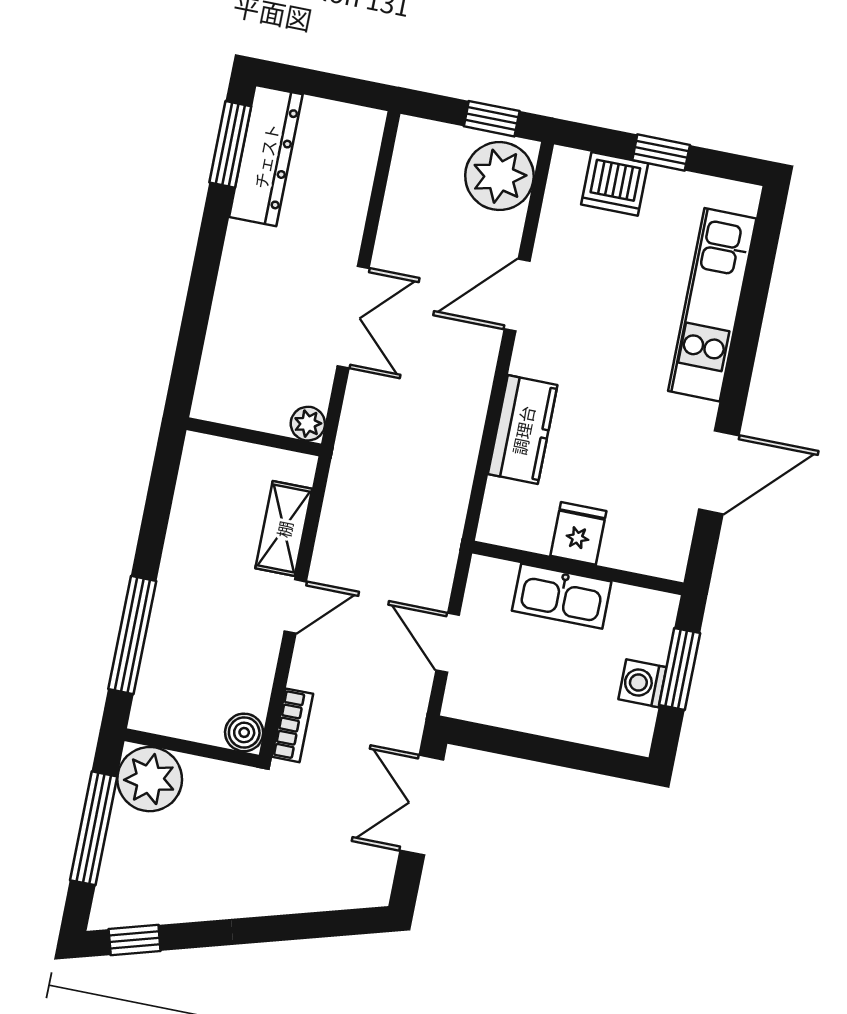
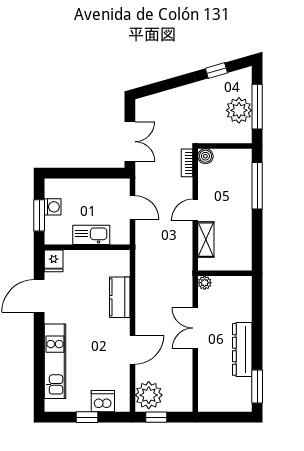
dresser: (266, 156) -> (242, 349), moved
fridge: (578, 533) -> (54, 261), moved
plant: (150, 779) -> (239, 110), moved
window: (135, 940) -> (216, 71), moved

